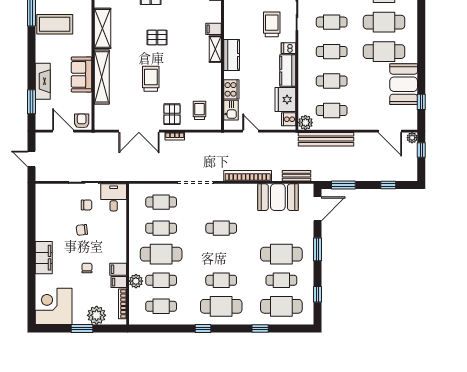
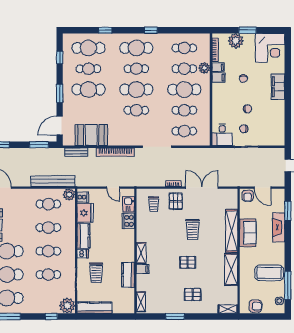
kitchen counter: (232, 55) -> (128, 275), moved
cafe table: (221, 254) -> (136, 89), added

